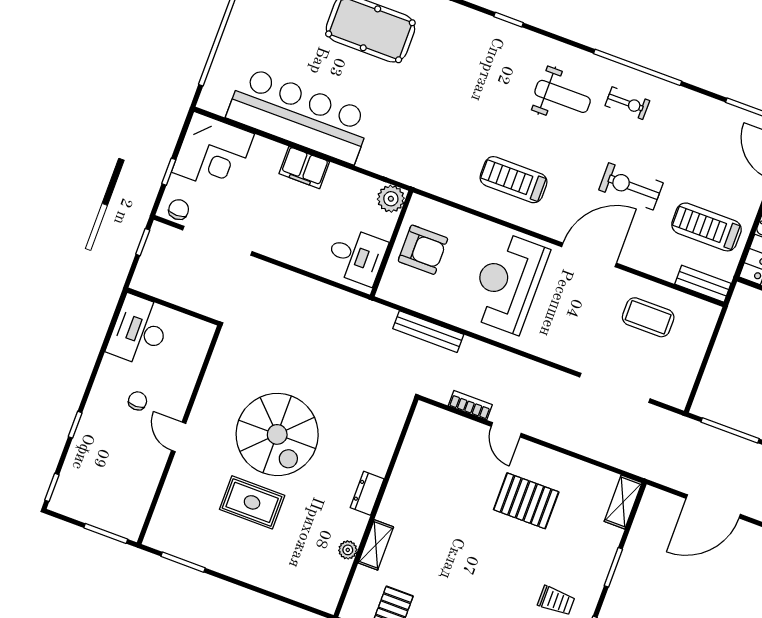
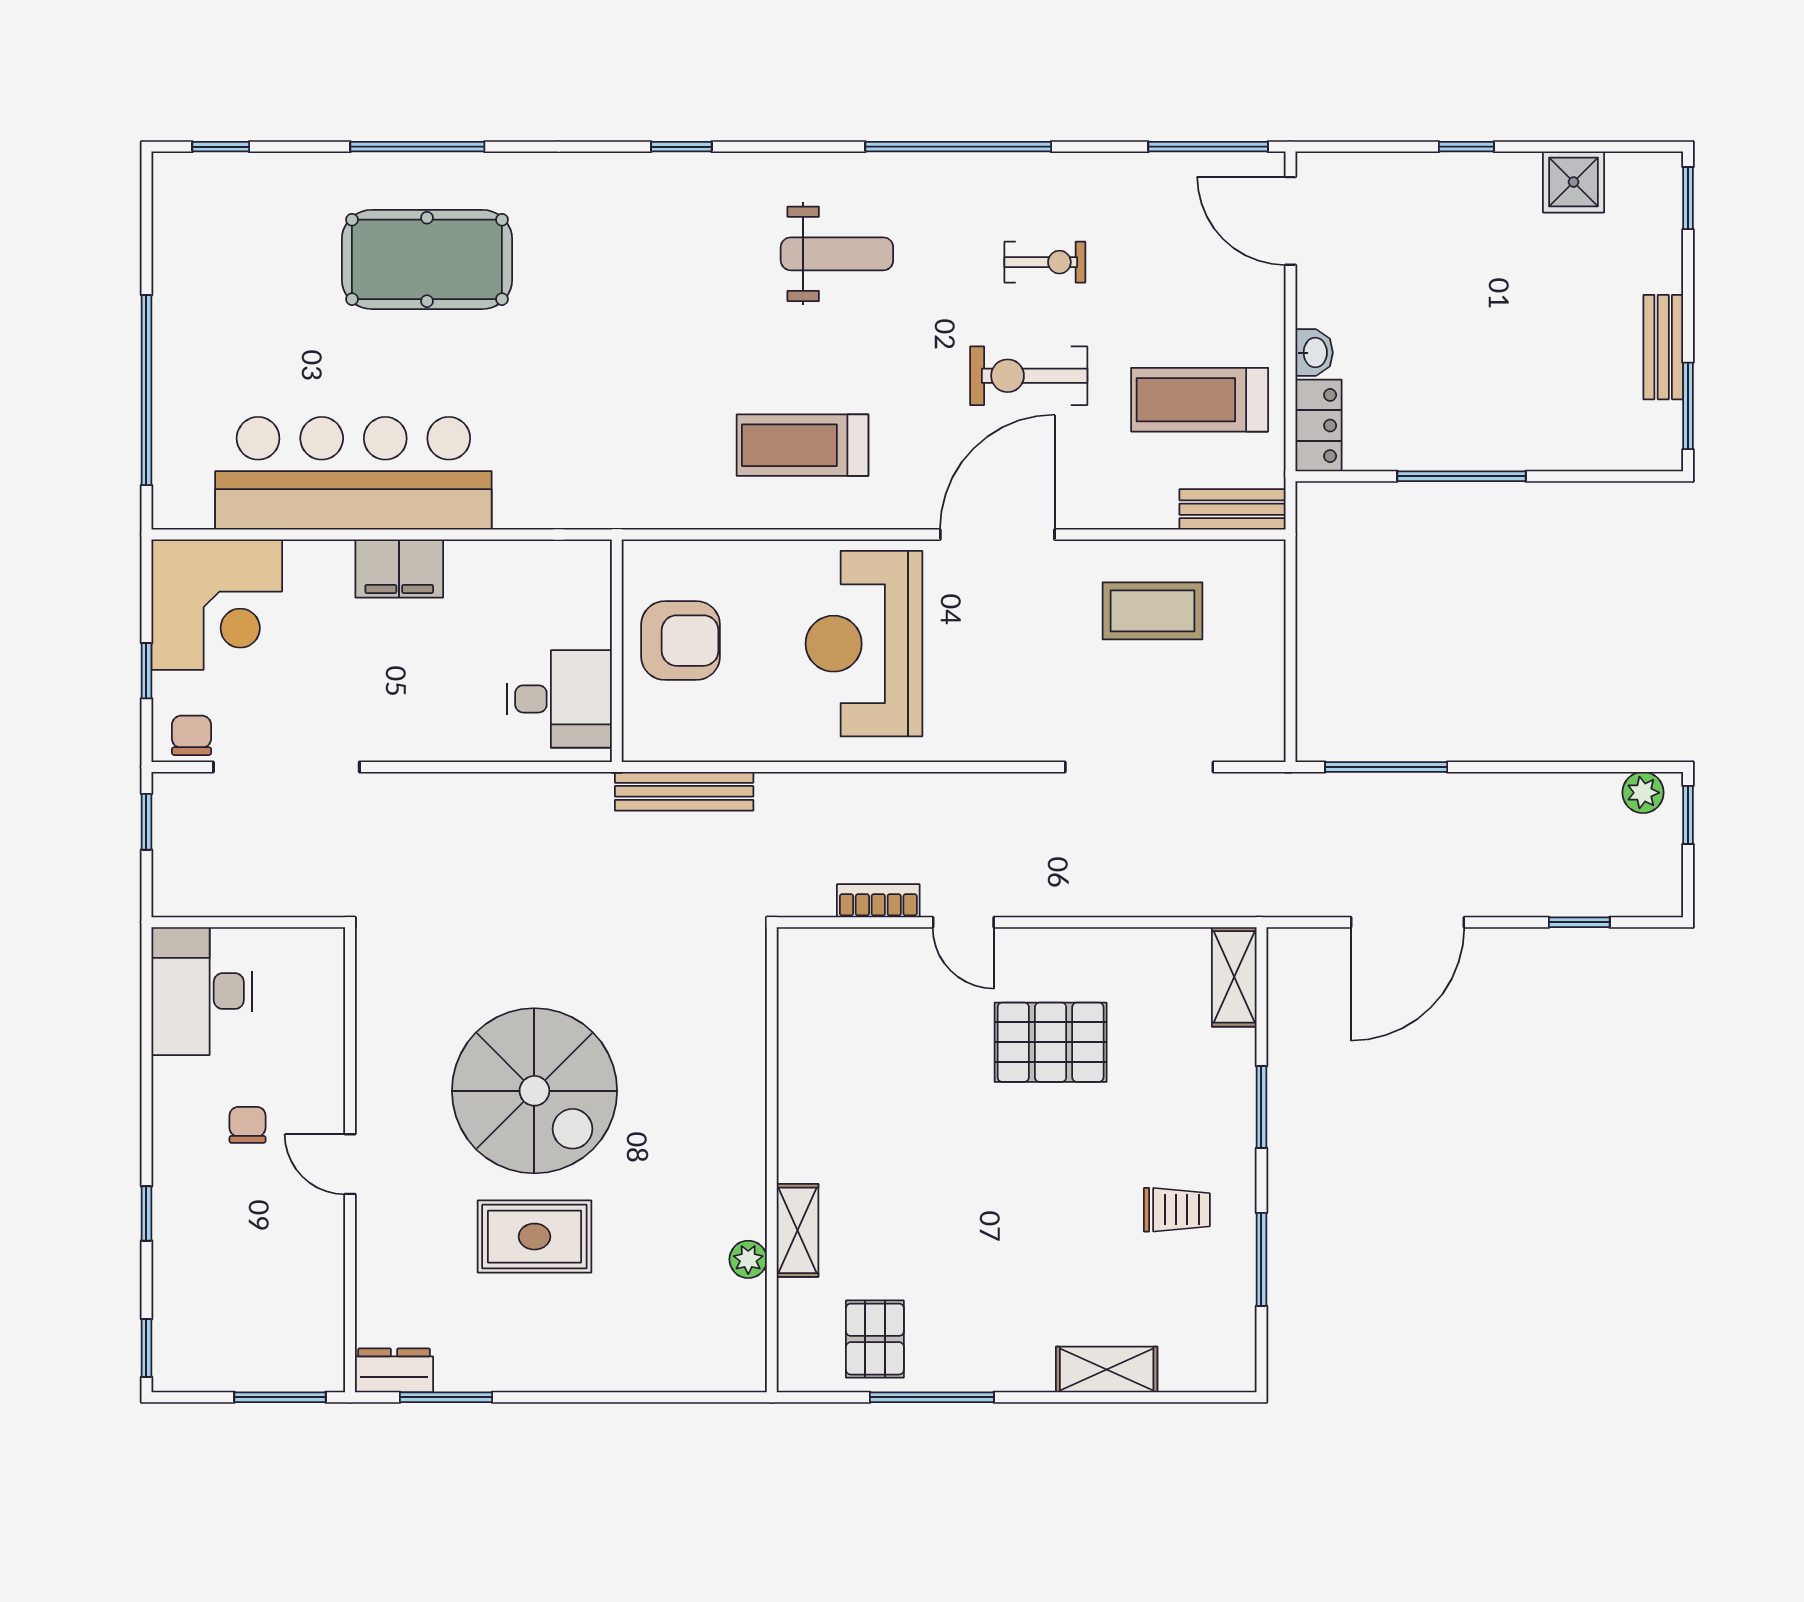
exercise bike: (627, 103) -> (1045, 262), moved
plant: (391, 199) -> (584, 567), removed
bench: (428, 332) -> (684, 791), moved
dresser: (367, 493) -> (394, 1370), moved, turned 90

